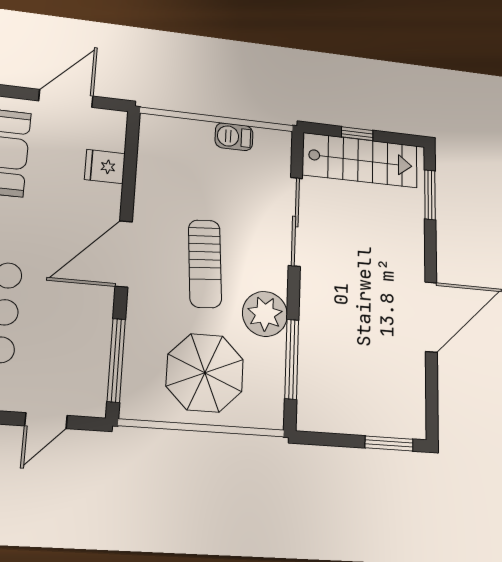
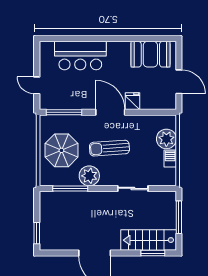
window: (357, 134) -> (179, 217), width x2.17
plant: (191, 139) -> (166, 139), added
stairs: (360, 160) -> (149, 240), moved, turned 90
fridge: (105, 167) -> (133, 101), moved
sliding door: (295, 222) -> (133, 188), width x0.73

